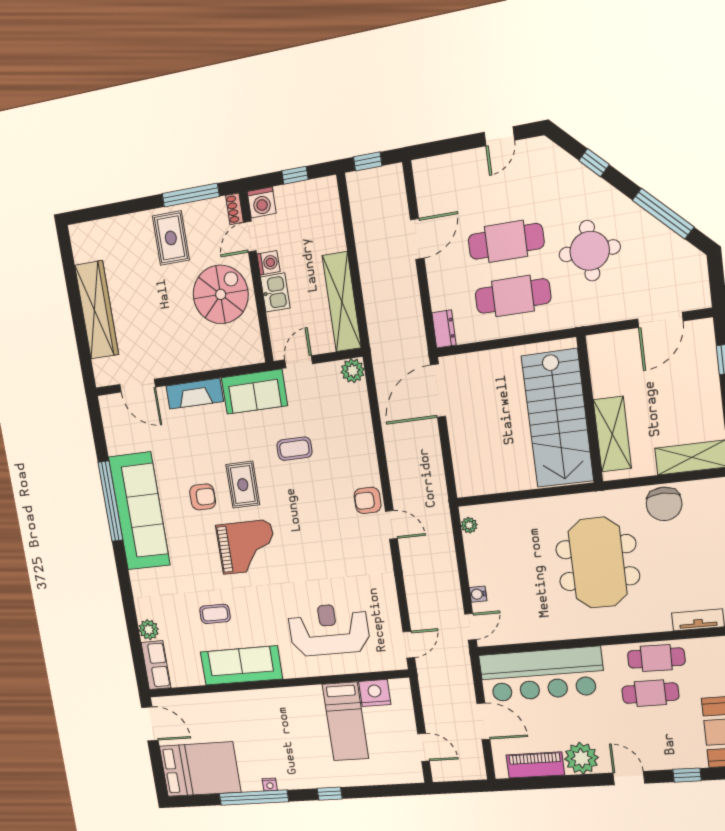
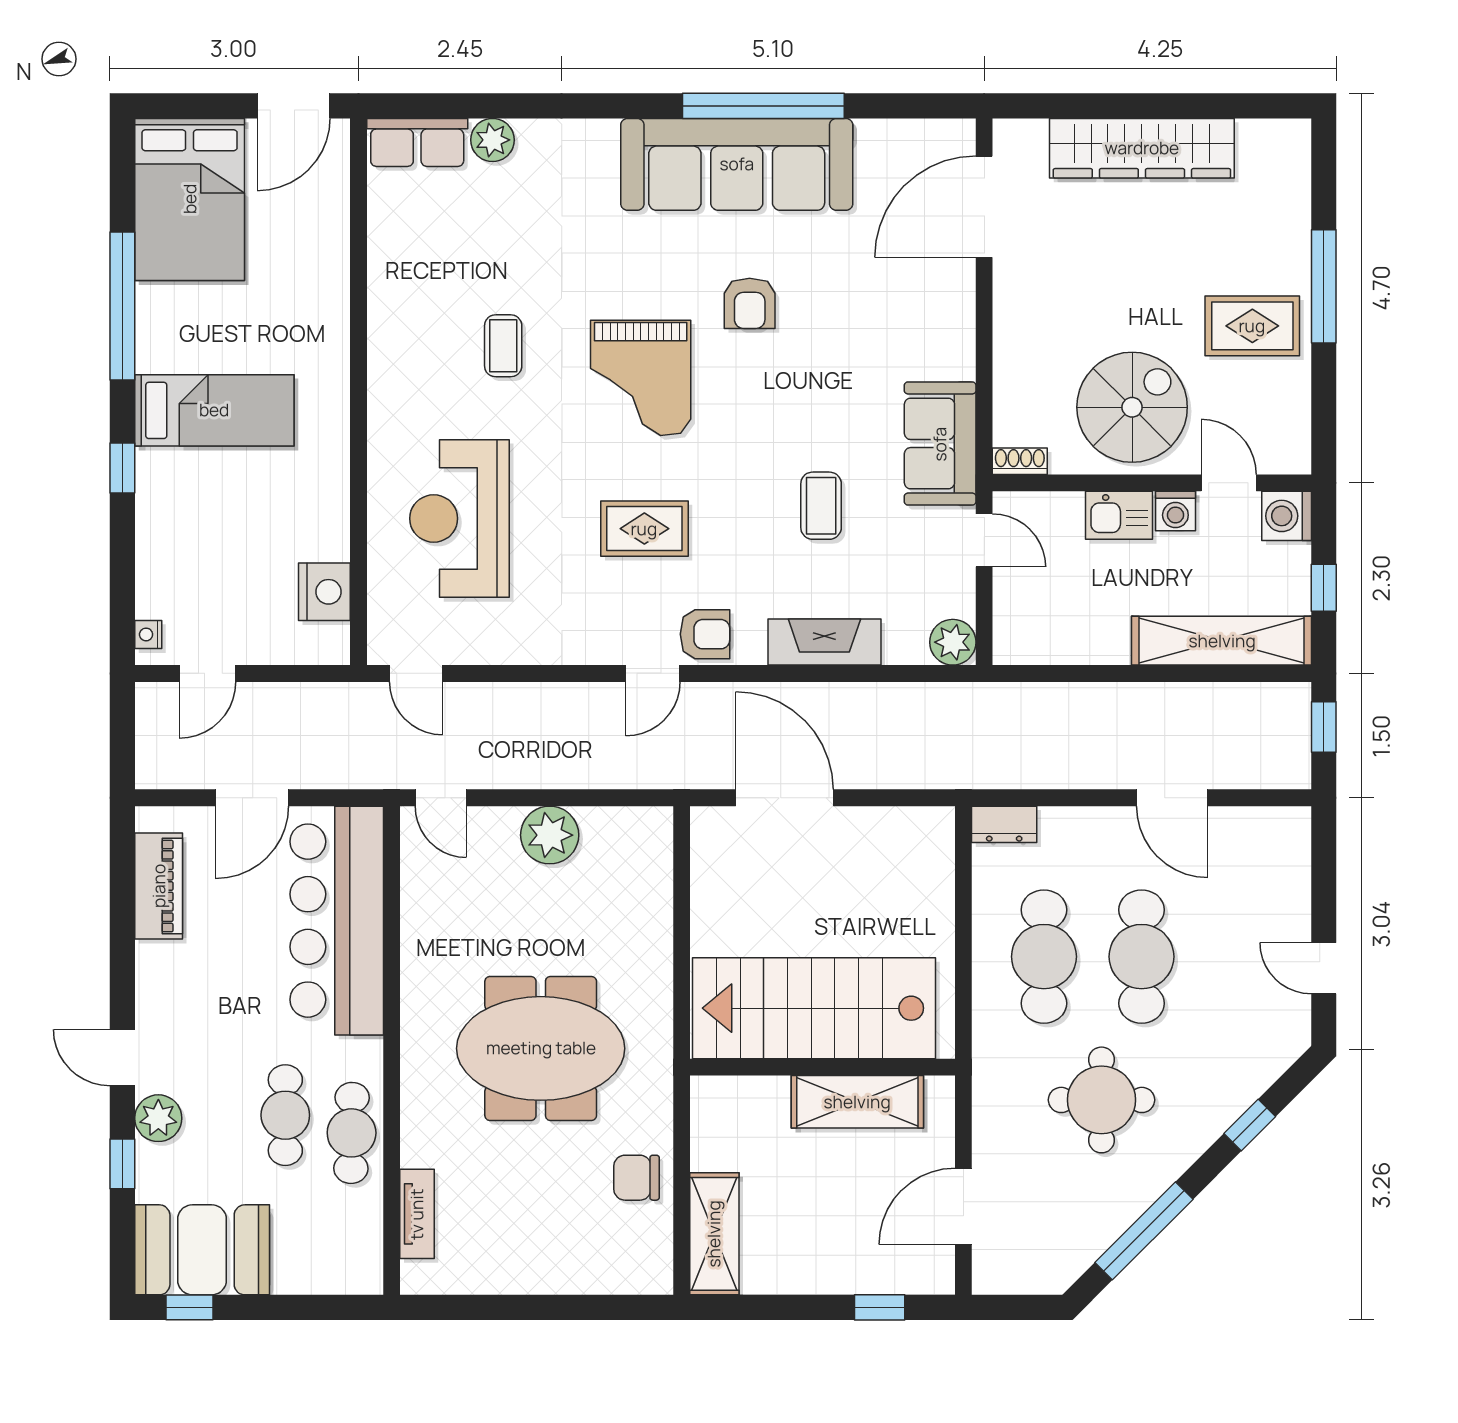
window: (191, 195) -> (1324, 286), moved
shoe rack: (234, 209) -> (1020, 461), moved
spiral stairs: (221, 294) -> (1132, 407), turned -90
shelving: (342, 302) -> (1222, 641), moved
door: (660, 320) -> (963, 1206), hinge flipped
door: (138, 386) -> (984, 207), width x1.36
door: (438, 391) -> (784, 798), moved
fireplace: (195, 394) -> (824, 642), moved, turned 90
shelving: (612, 434) -> (857, 1102), moved
rug: (243, 485) -> (644, 529), moved
armchair: (368, 500) -> (705, 634), turned 90
chair: (664, 504) -> (637, 1178), width x0.73, depth x0.73
plant: (469, 525) -> (550, 835), moved, width x1.88, depth x1.88
water cooler: (478, 594) -> (503, 821), removed
coffee table: (215, 614) -> (503, 346), moved
reception desk: (329, 630) -> (459, 518), turned 180
sofa: (241, 665) -> (402, 326), removed
bed: (345, 721) -> (214, 410), moved, turned 180
plant: (581, 758) -> (158, 1118), moved, width x0.73, depth x0.73
door: (629, 778) -> (122, 1058), swing flipped
nightstand: (270, 785) -> (148, 634), moved

